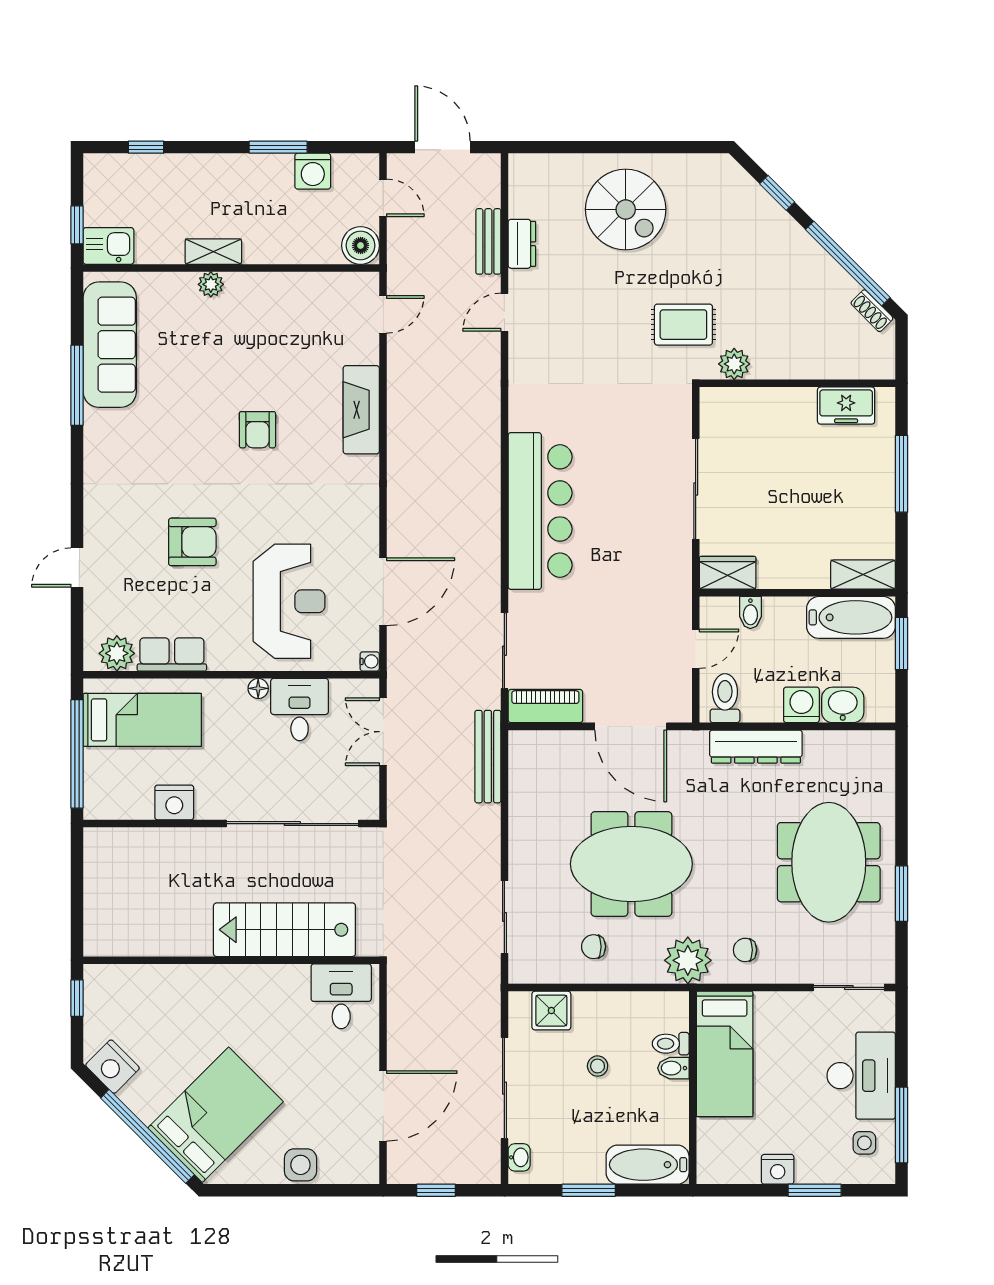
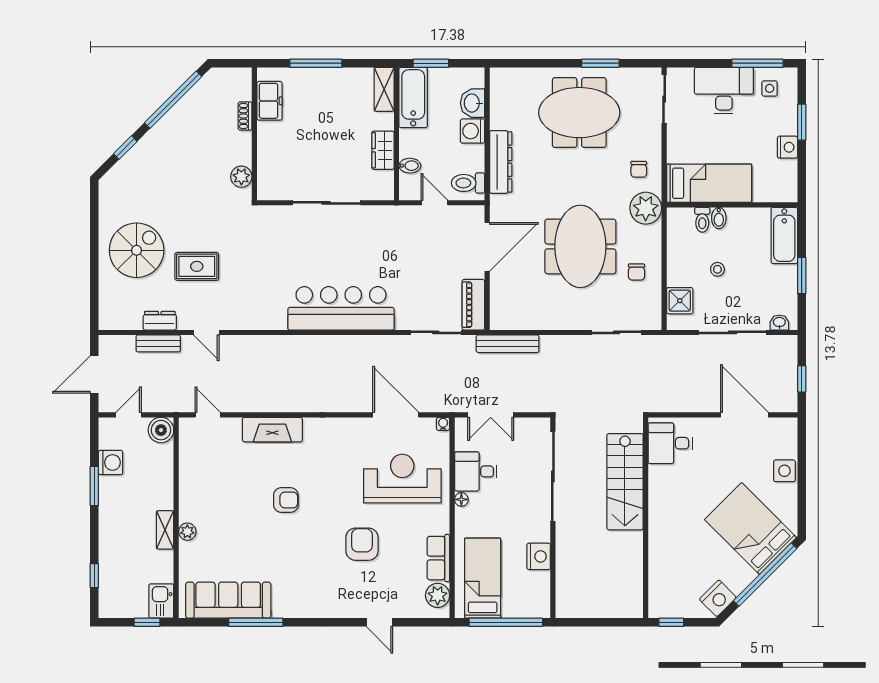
shoe rack: (872, 311) -> (245, 116), moved, turned 135
rug: (683, 325) -> (197, 266), moved, turned 90
wardrobe: (728, 573) -> (383, 150), moved

